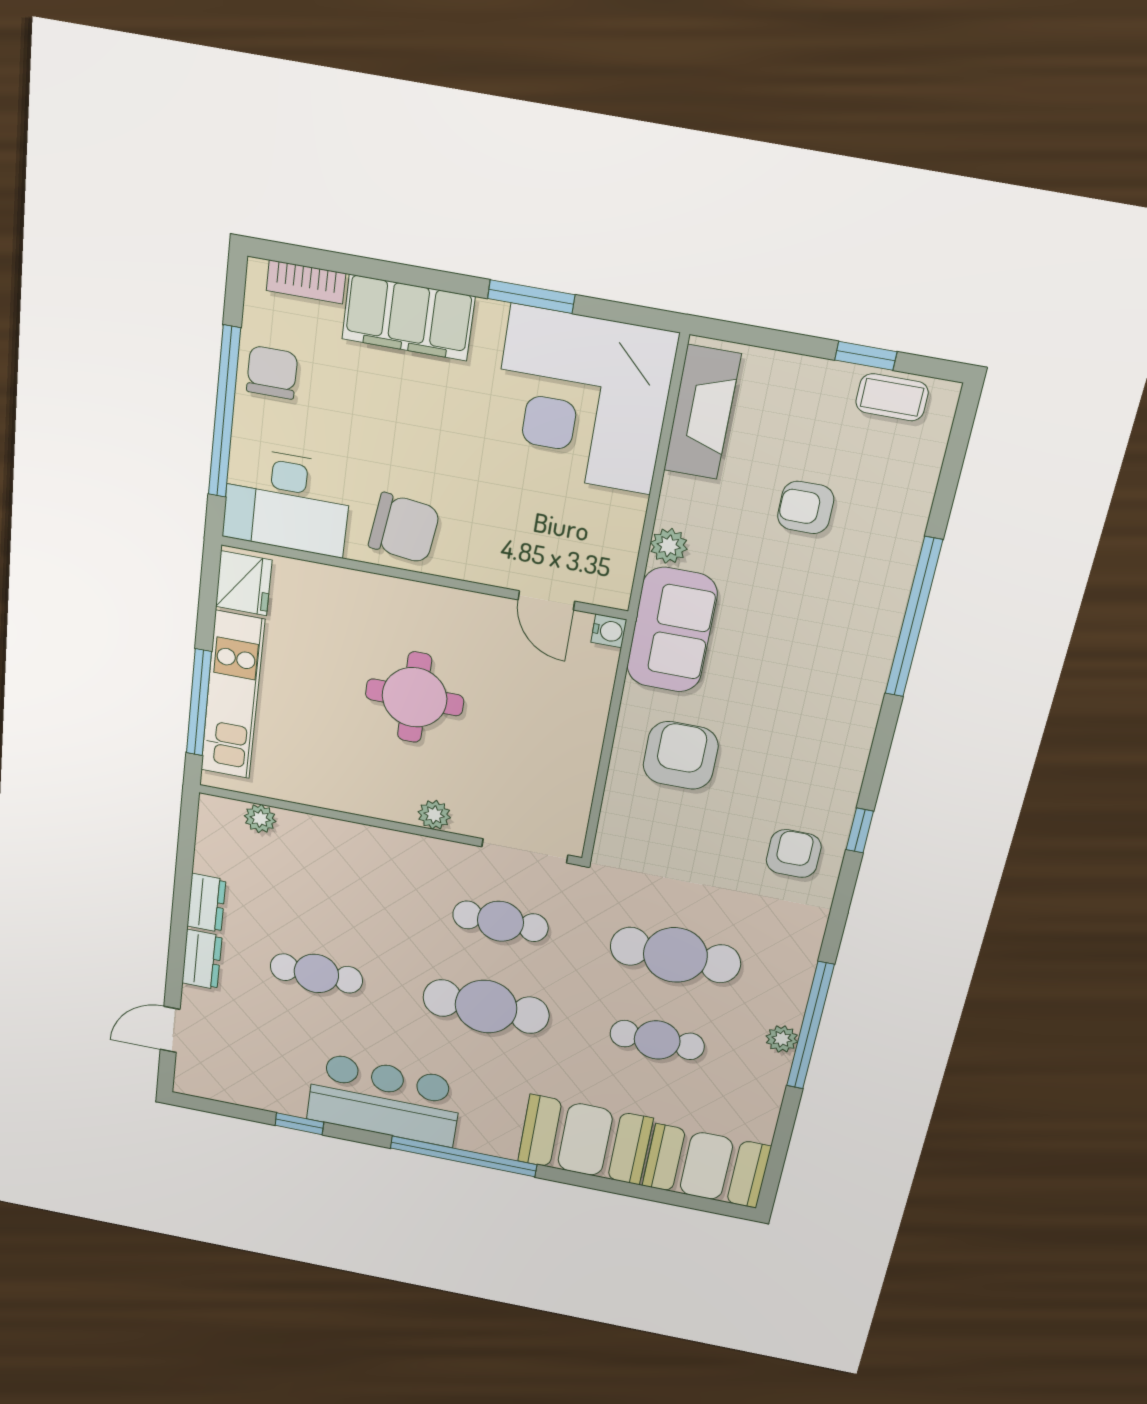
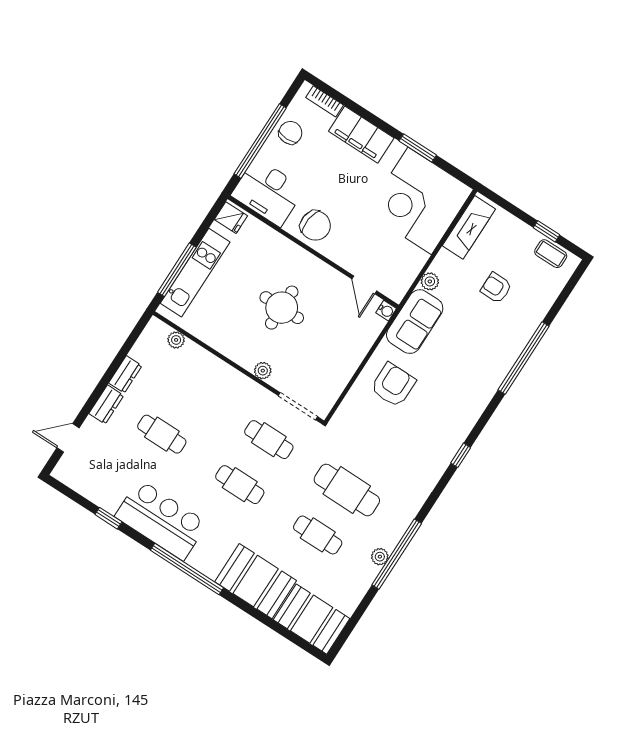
fridge: (244, 583) -> (231, 218), width x0.72
armchair: (794, 854) -> (425, 456), removed
cafe table: (486, 1007) -> (240, 485), width x0.73, depth x0.74

